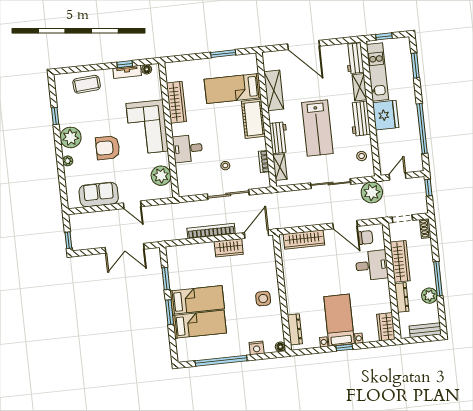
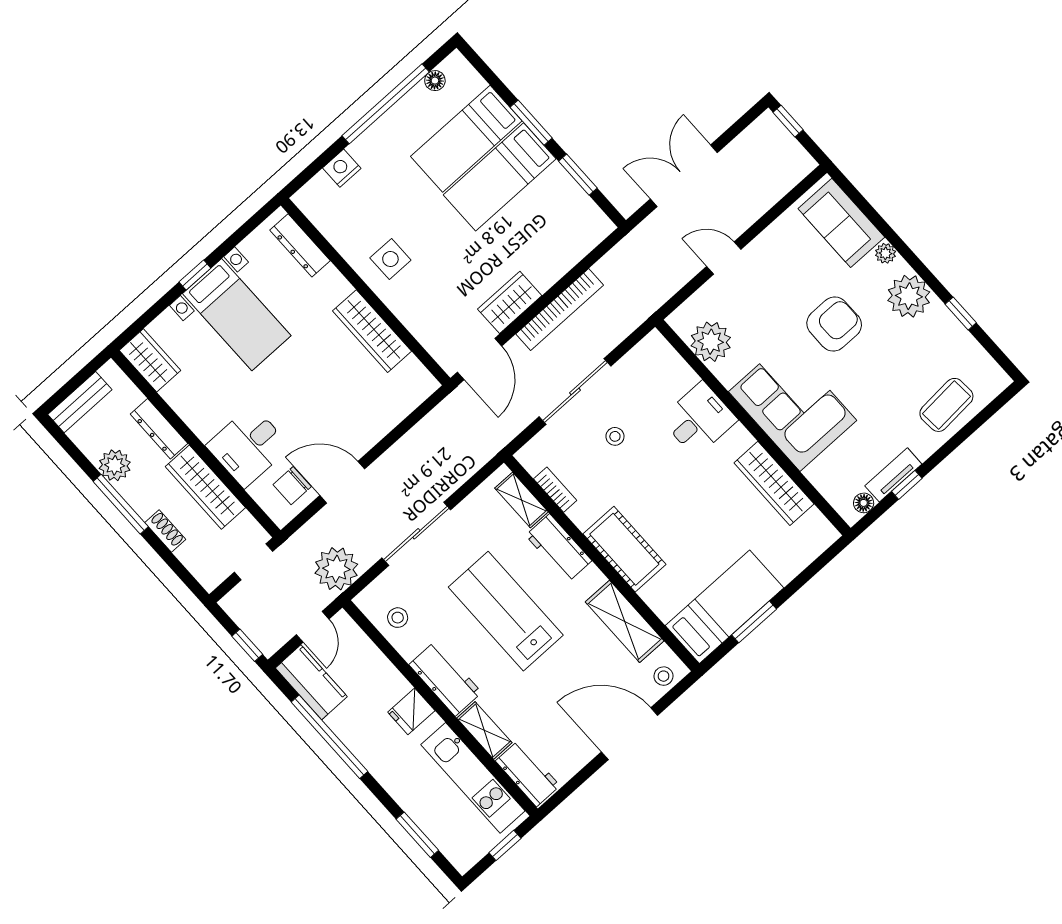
stool: (274, 58) -> (663, 676), added
bed: (233, 88) -> (724, 607), moved
fridge: (386, 115) -> (411, 711), width x0.53, depth x0.75
kitchen counter: (414, 155) -> (311, 682), added
sofa: (99, 195) -> (841, 223), moved, turned 90
shoe rack: (425, 228) -> (165, 531), moved
wardrobe: (304, 240) -> (372, 331), moved, turned -90
floor lamp: (280, 347) -> (435, 81), moved

